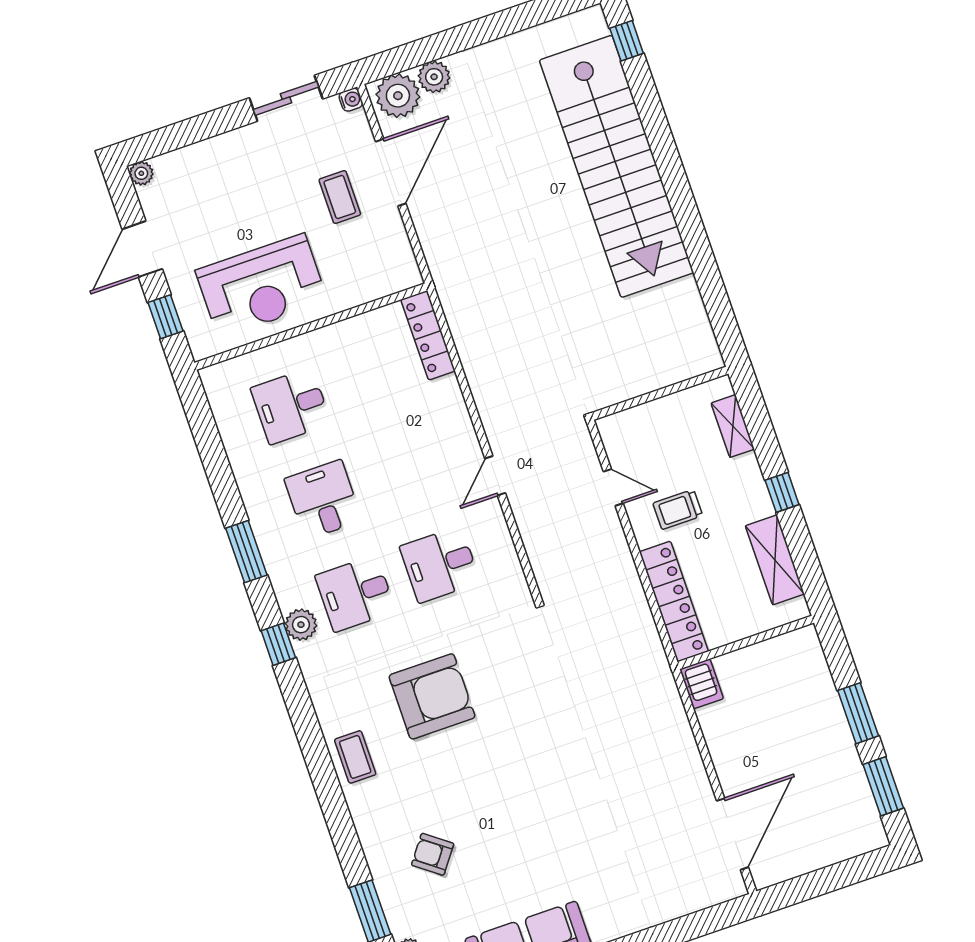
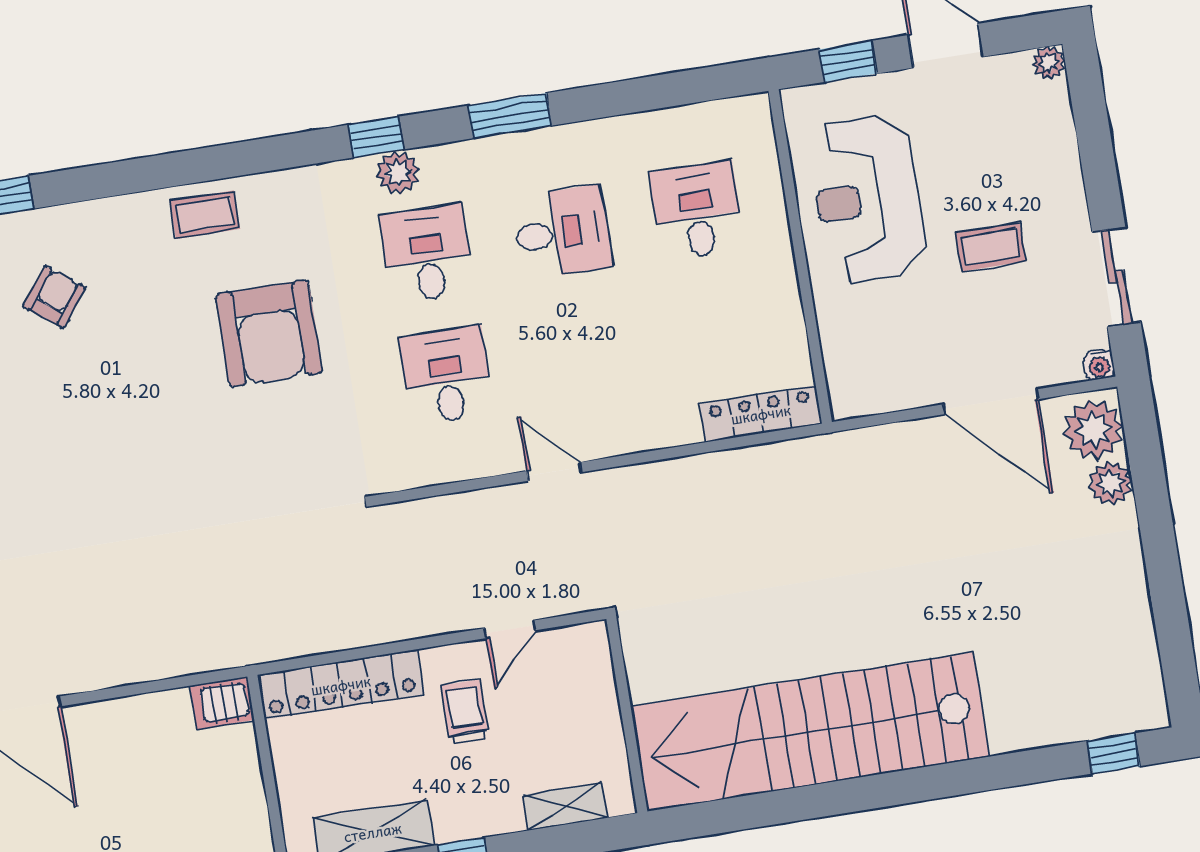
stairs: (617, 166) -> (810, 732), moved
coffee table: (340, 197) -> (991, 247), moved

